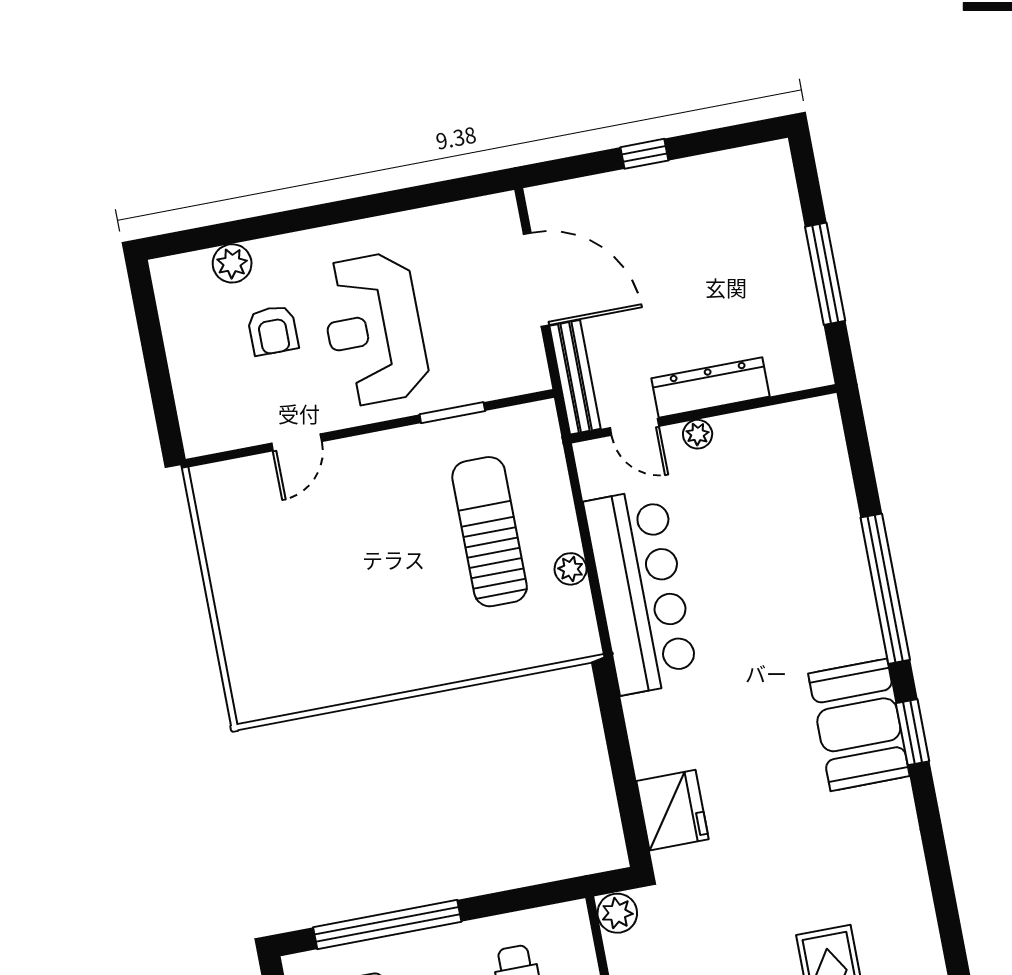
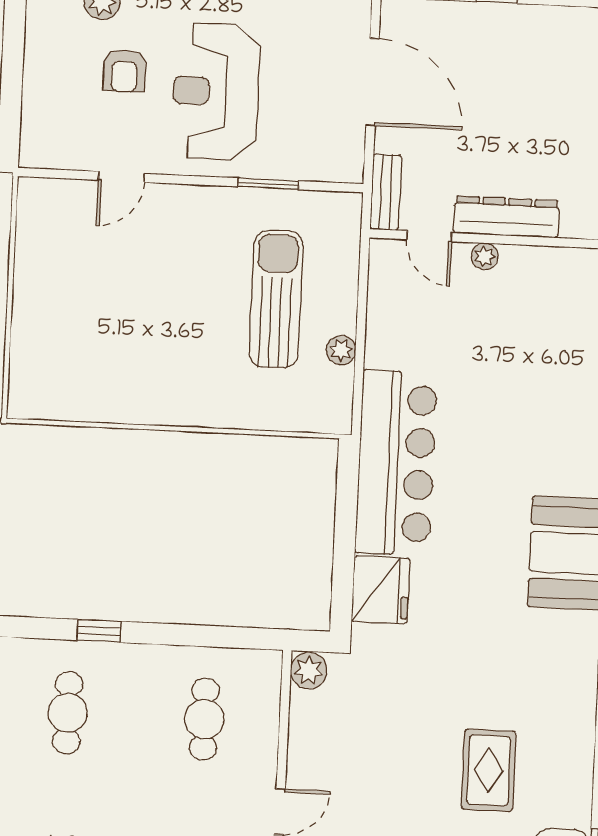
bench: (575, 377) -> (386, 192), width x0.73
bar counter: (641, 591) -> (396, 463), moved
window: (387, 924) -> (99, 631), width x0.32

